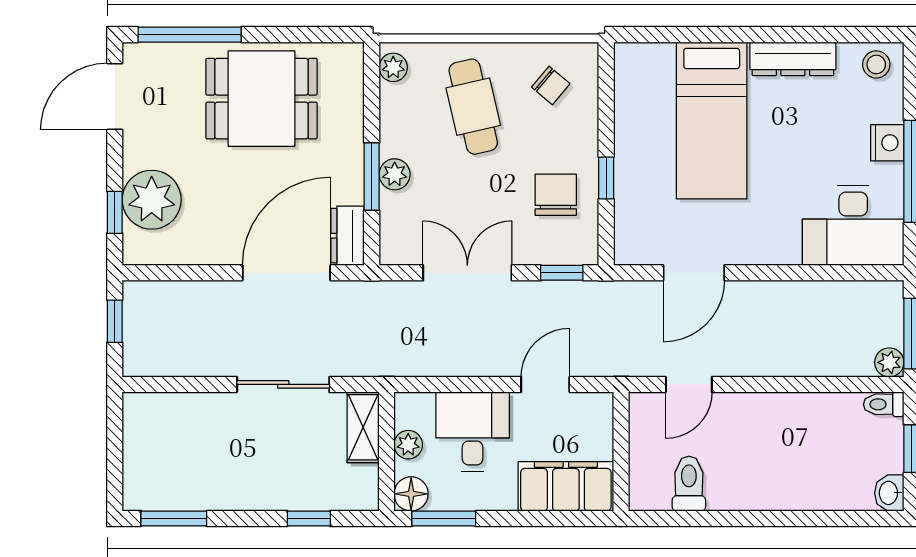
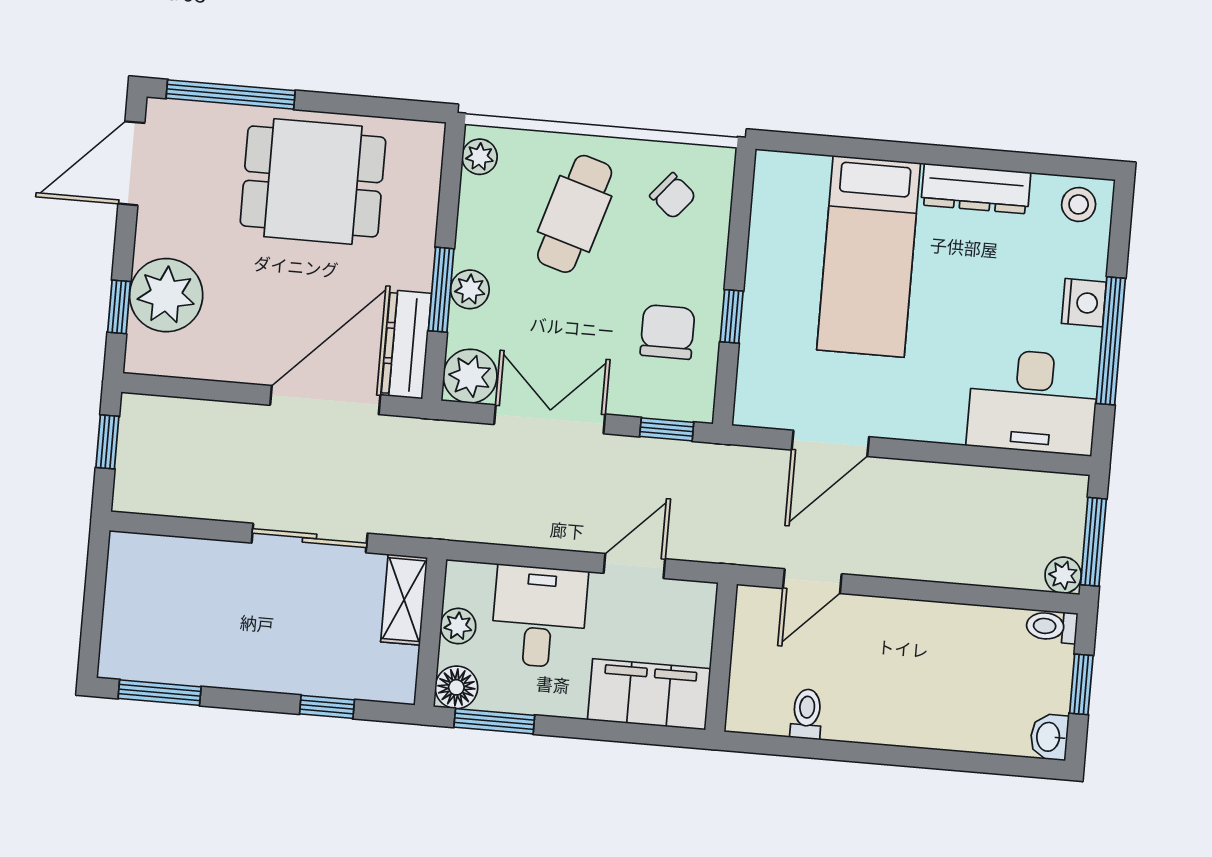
cafe table: (473, 107) -> (575, 214), turned 30
dresser: (347, 236) -> (406, 344), width x1.44
plant: (401, 244) -> (470, 376), added
toilet: (689, 484) -> (807, 714), width x0.73, depth x0.72

